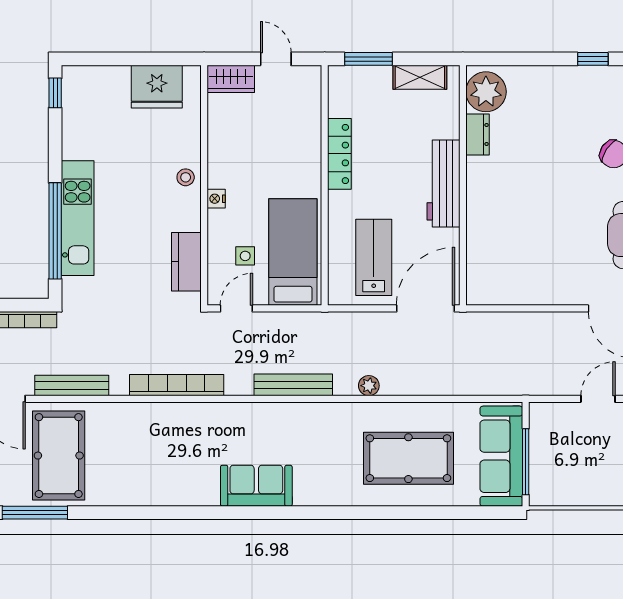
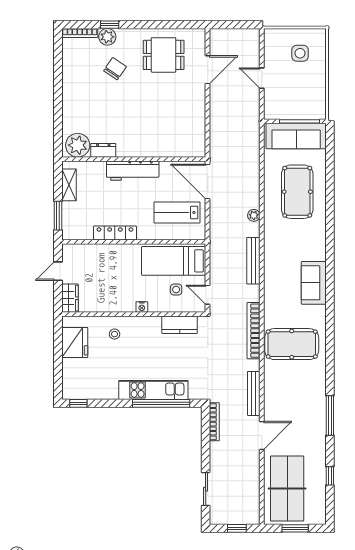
window: (593, 59) -> (58, 81), removed
stool: (186, 177) -> (115, 334), moved
pool table: (59, 456) -> (292, 344), moved

